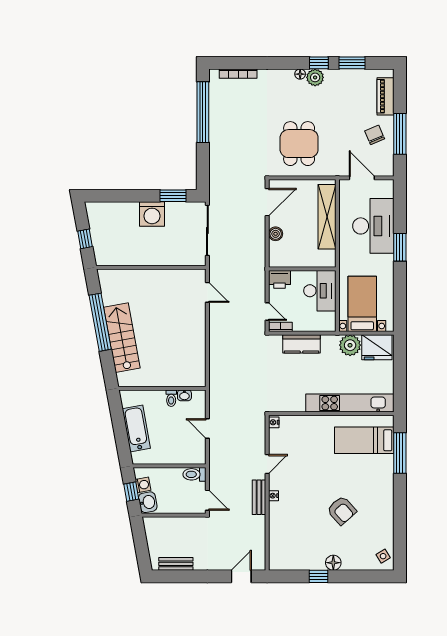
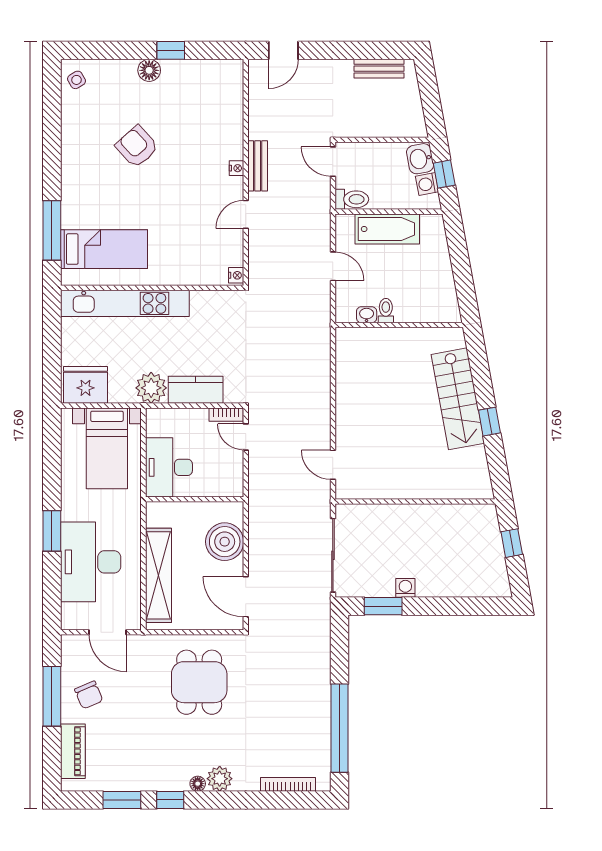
plant: (315, 77) -> (220, 779), moved
door: (267, 202) -> (246, 597), hinge flipped
washing machine: (152, 214) -> (405, 588), width x0.53, depth x0.53
boiler: (276, 234) -> (225, 542), width x1.86, depth x1.86
printer: (279, 279) -> (228, 484), removed
window: (100, 322) -> (489, 422), width x0.32
plant: (350, 345) -> (151, 388), moved
bathtub: (136, 428) -> (387, 229), moved, turned -80

